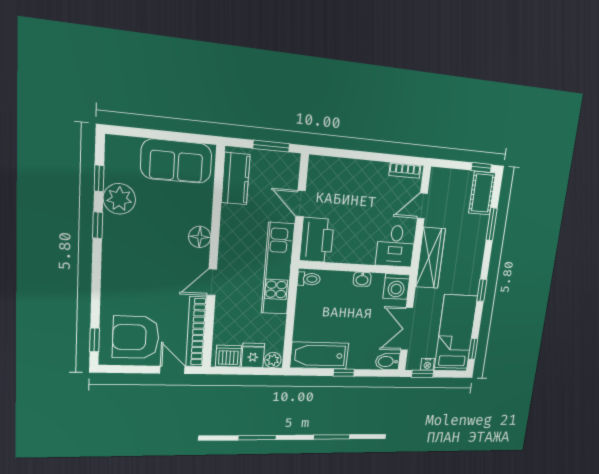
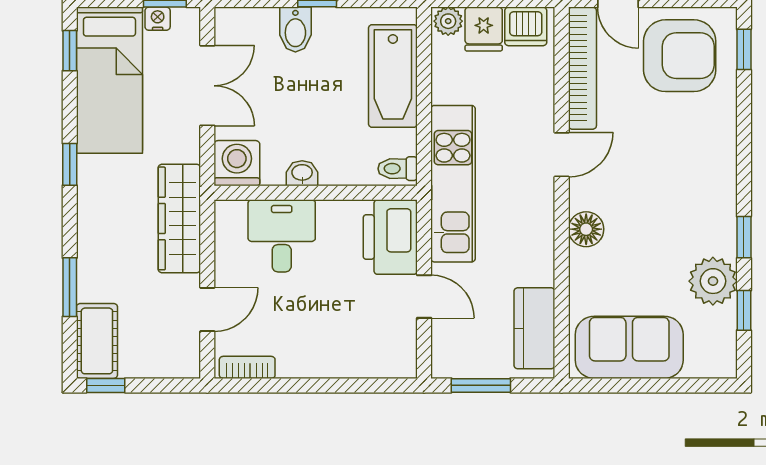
desk: (396, 246) -> (282, 236), moved
bathtub: (319, 356) -> (393, 76), moved, turned 90
bidet: (387, 362) -> (295, 30), moved, turned 90

